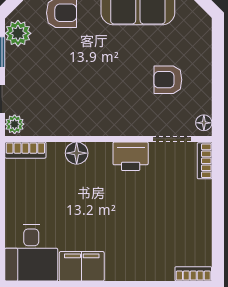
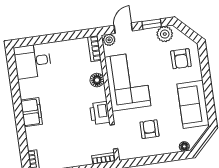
corner sofa: (86, 104) -> (128, 81), added
floor lamp: (204, 123) -> (184, 146), moved
filing cabinet: (82, 266) -> (31, 112), moved

